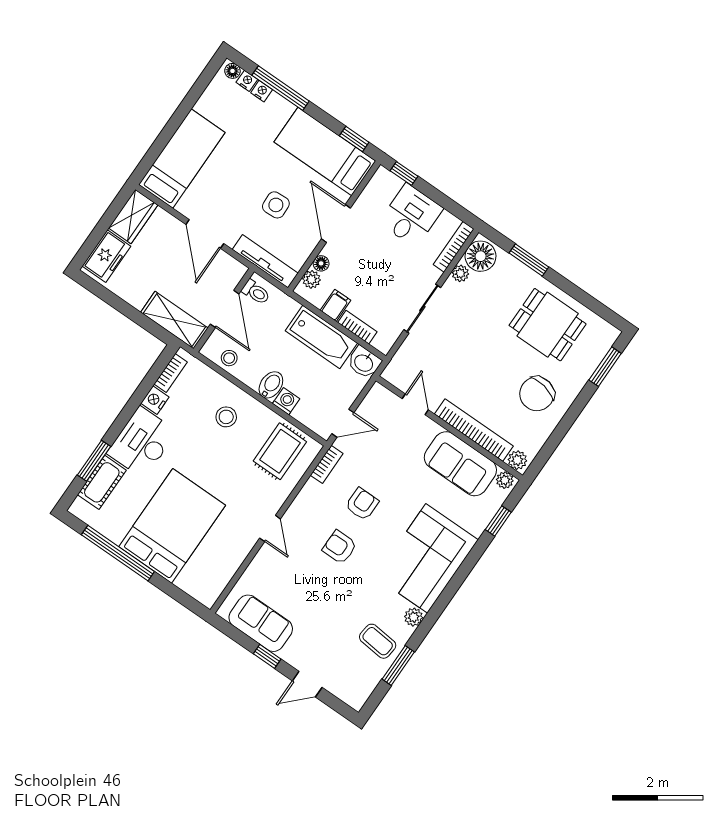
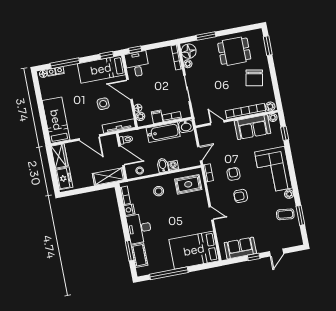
desk: (411, 216) -> (137, 64), moved
rug: (280, 451) -> (188, 184), turned 90
bed: (172, 526) -> (194, 250), moved, turned -90

